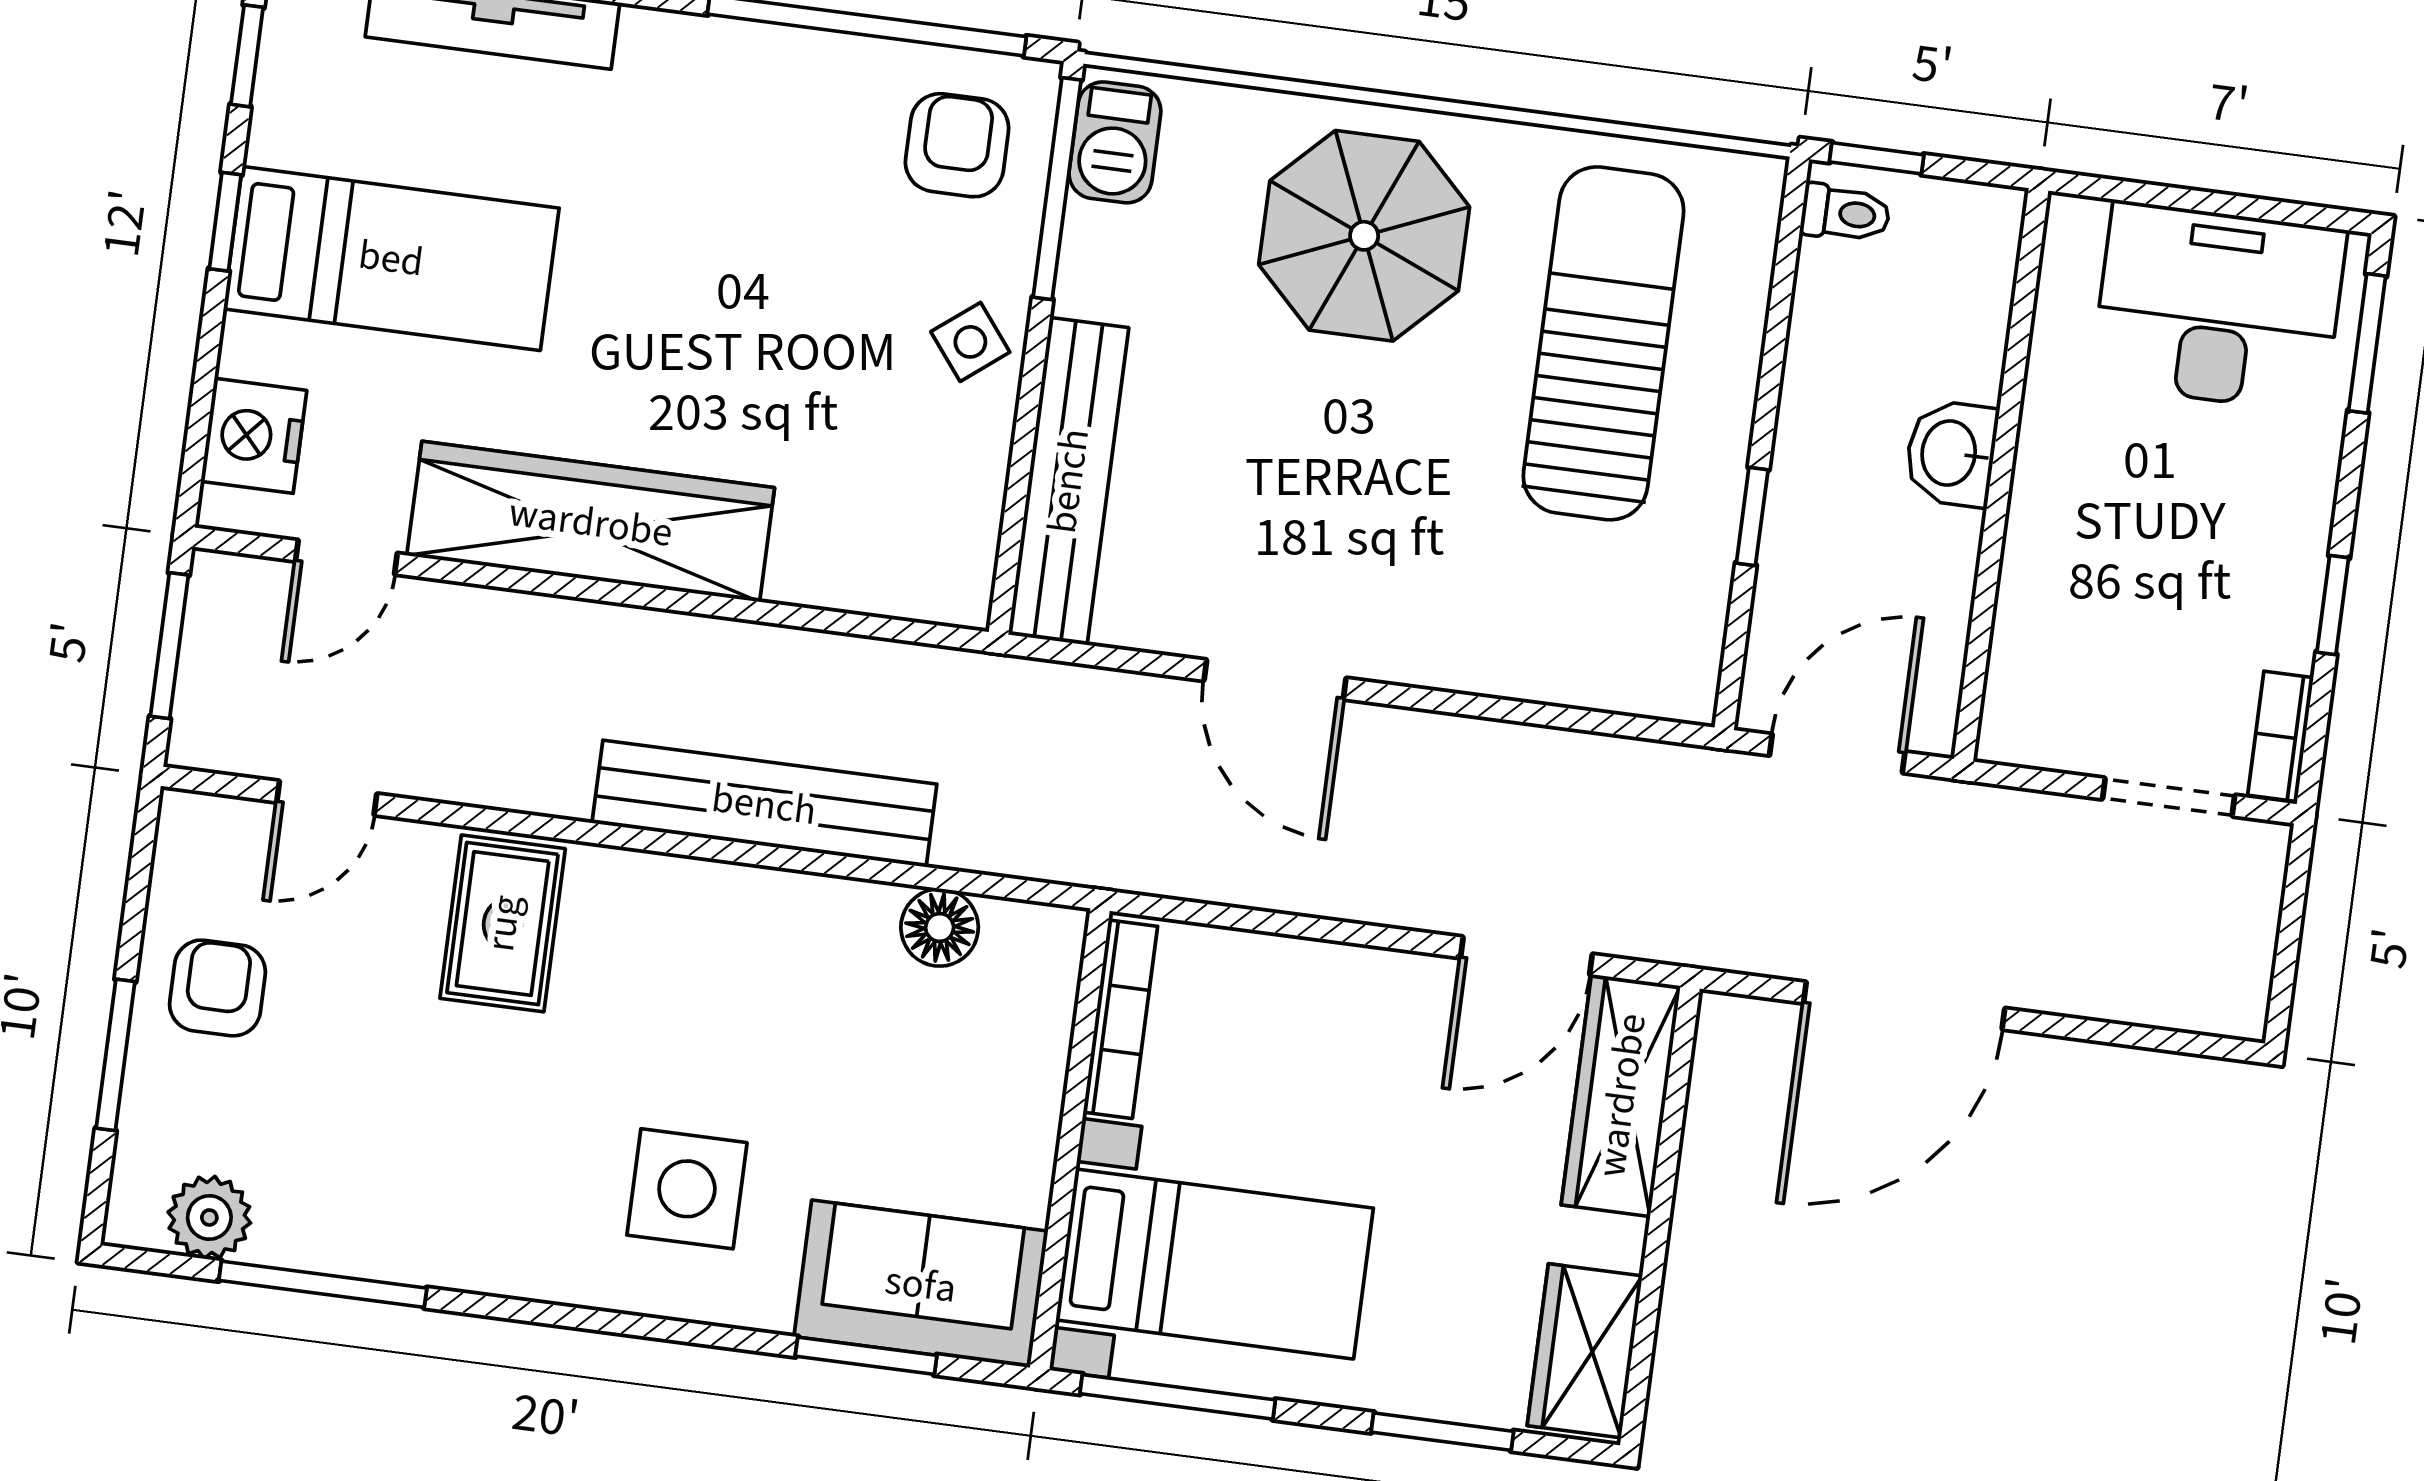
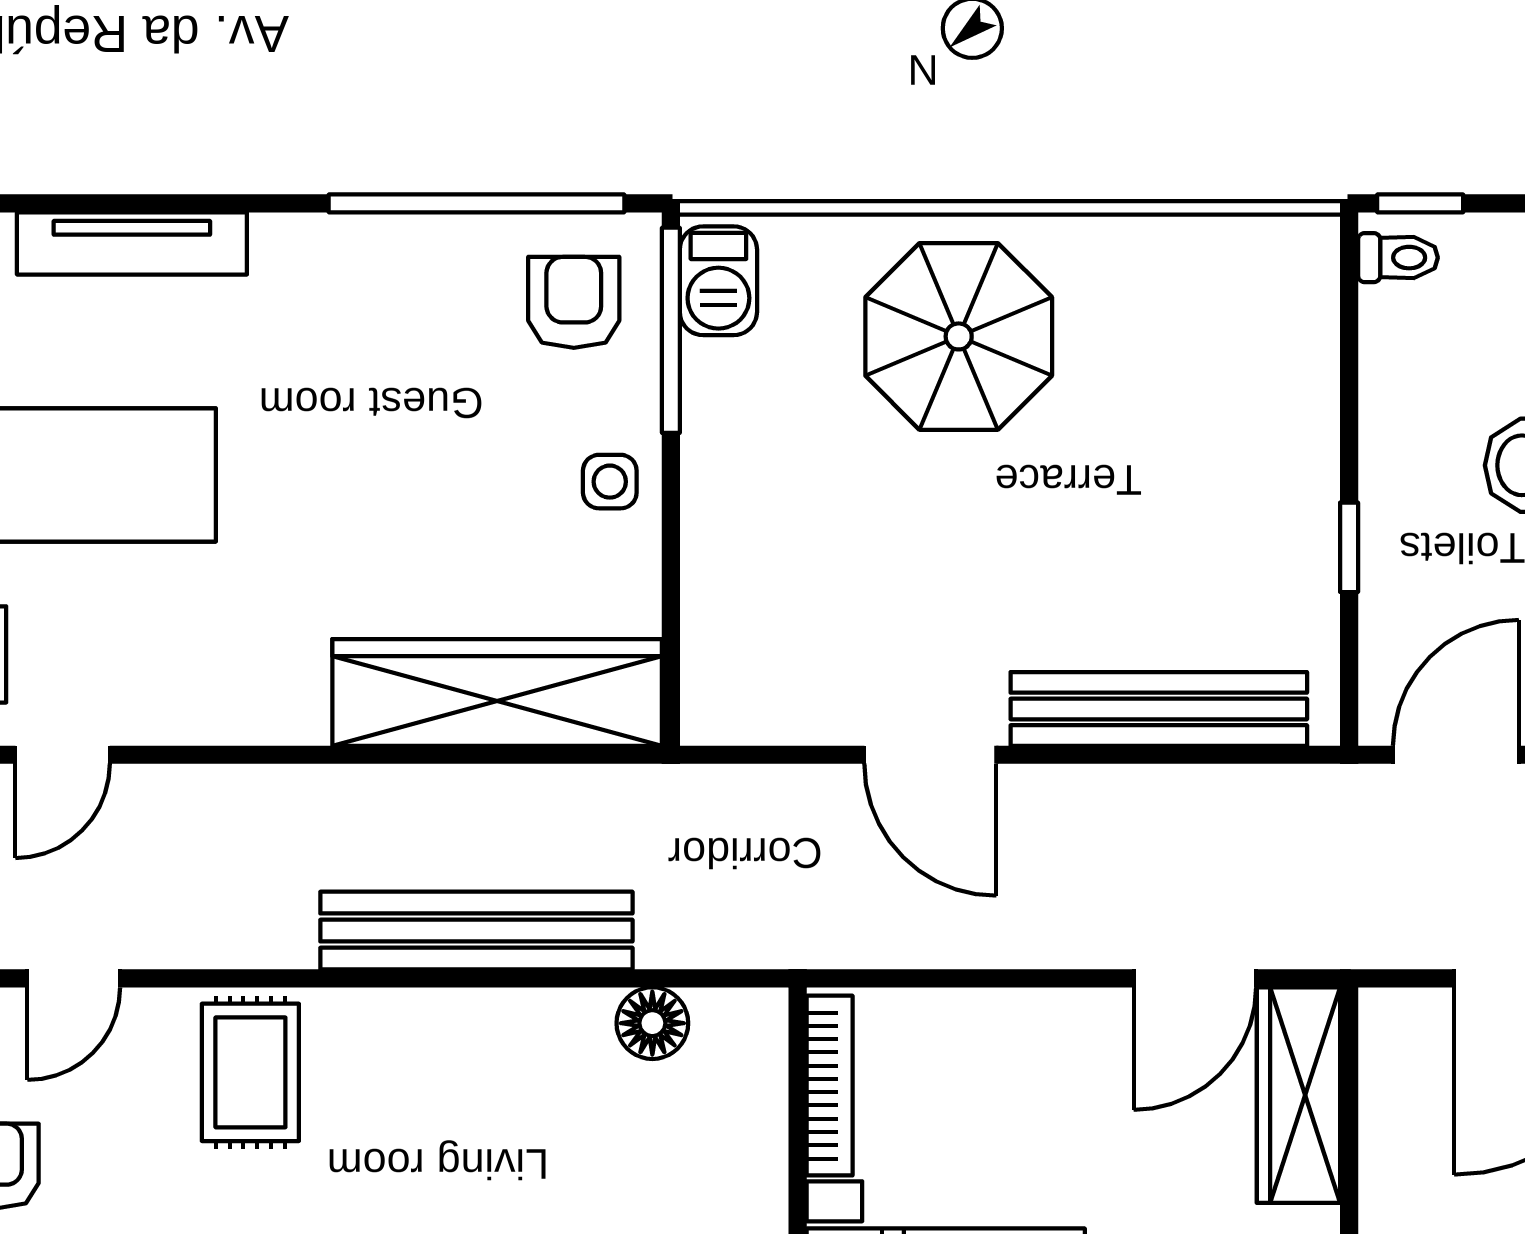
side table: (970, 342) -> (610, 482), turned 38
sun lounger: (1604, 343) -> (1192, 406), removed
bench: (1068, 481) -> (1159, 709), moved, turned 90
wardrobe: (591, 522) -> (497, 692), moved

